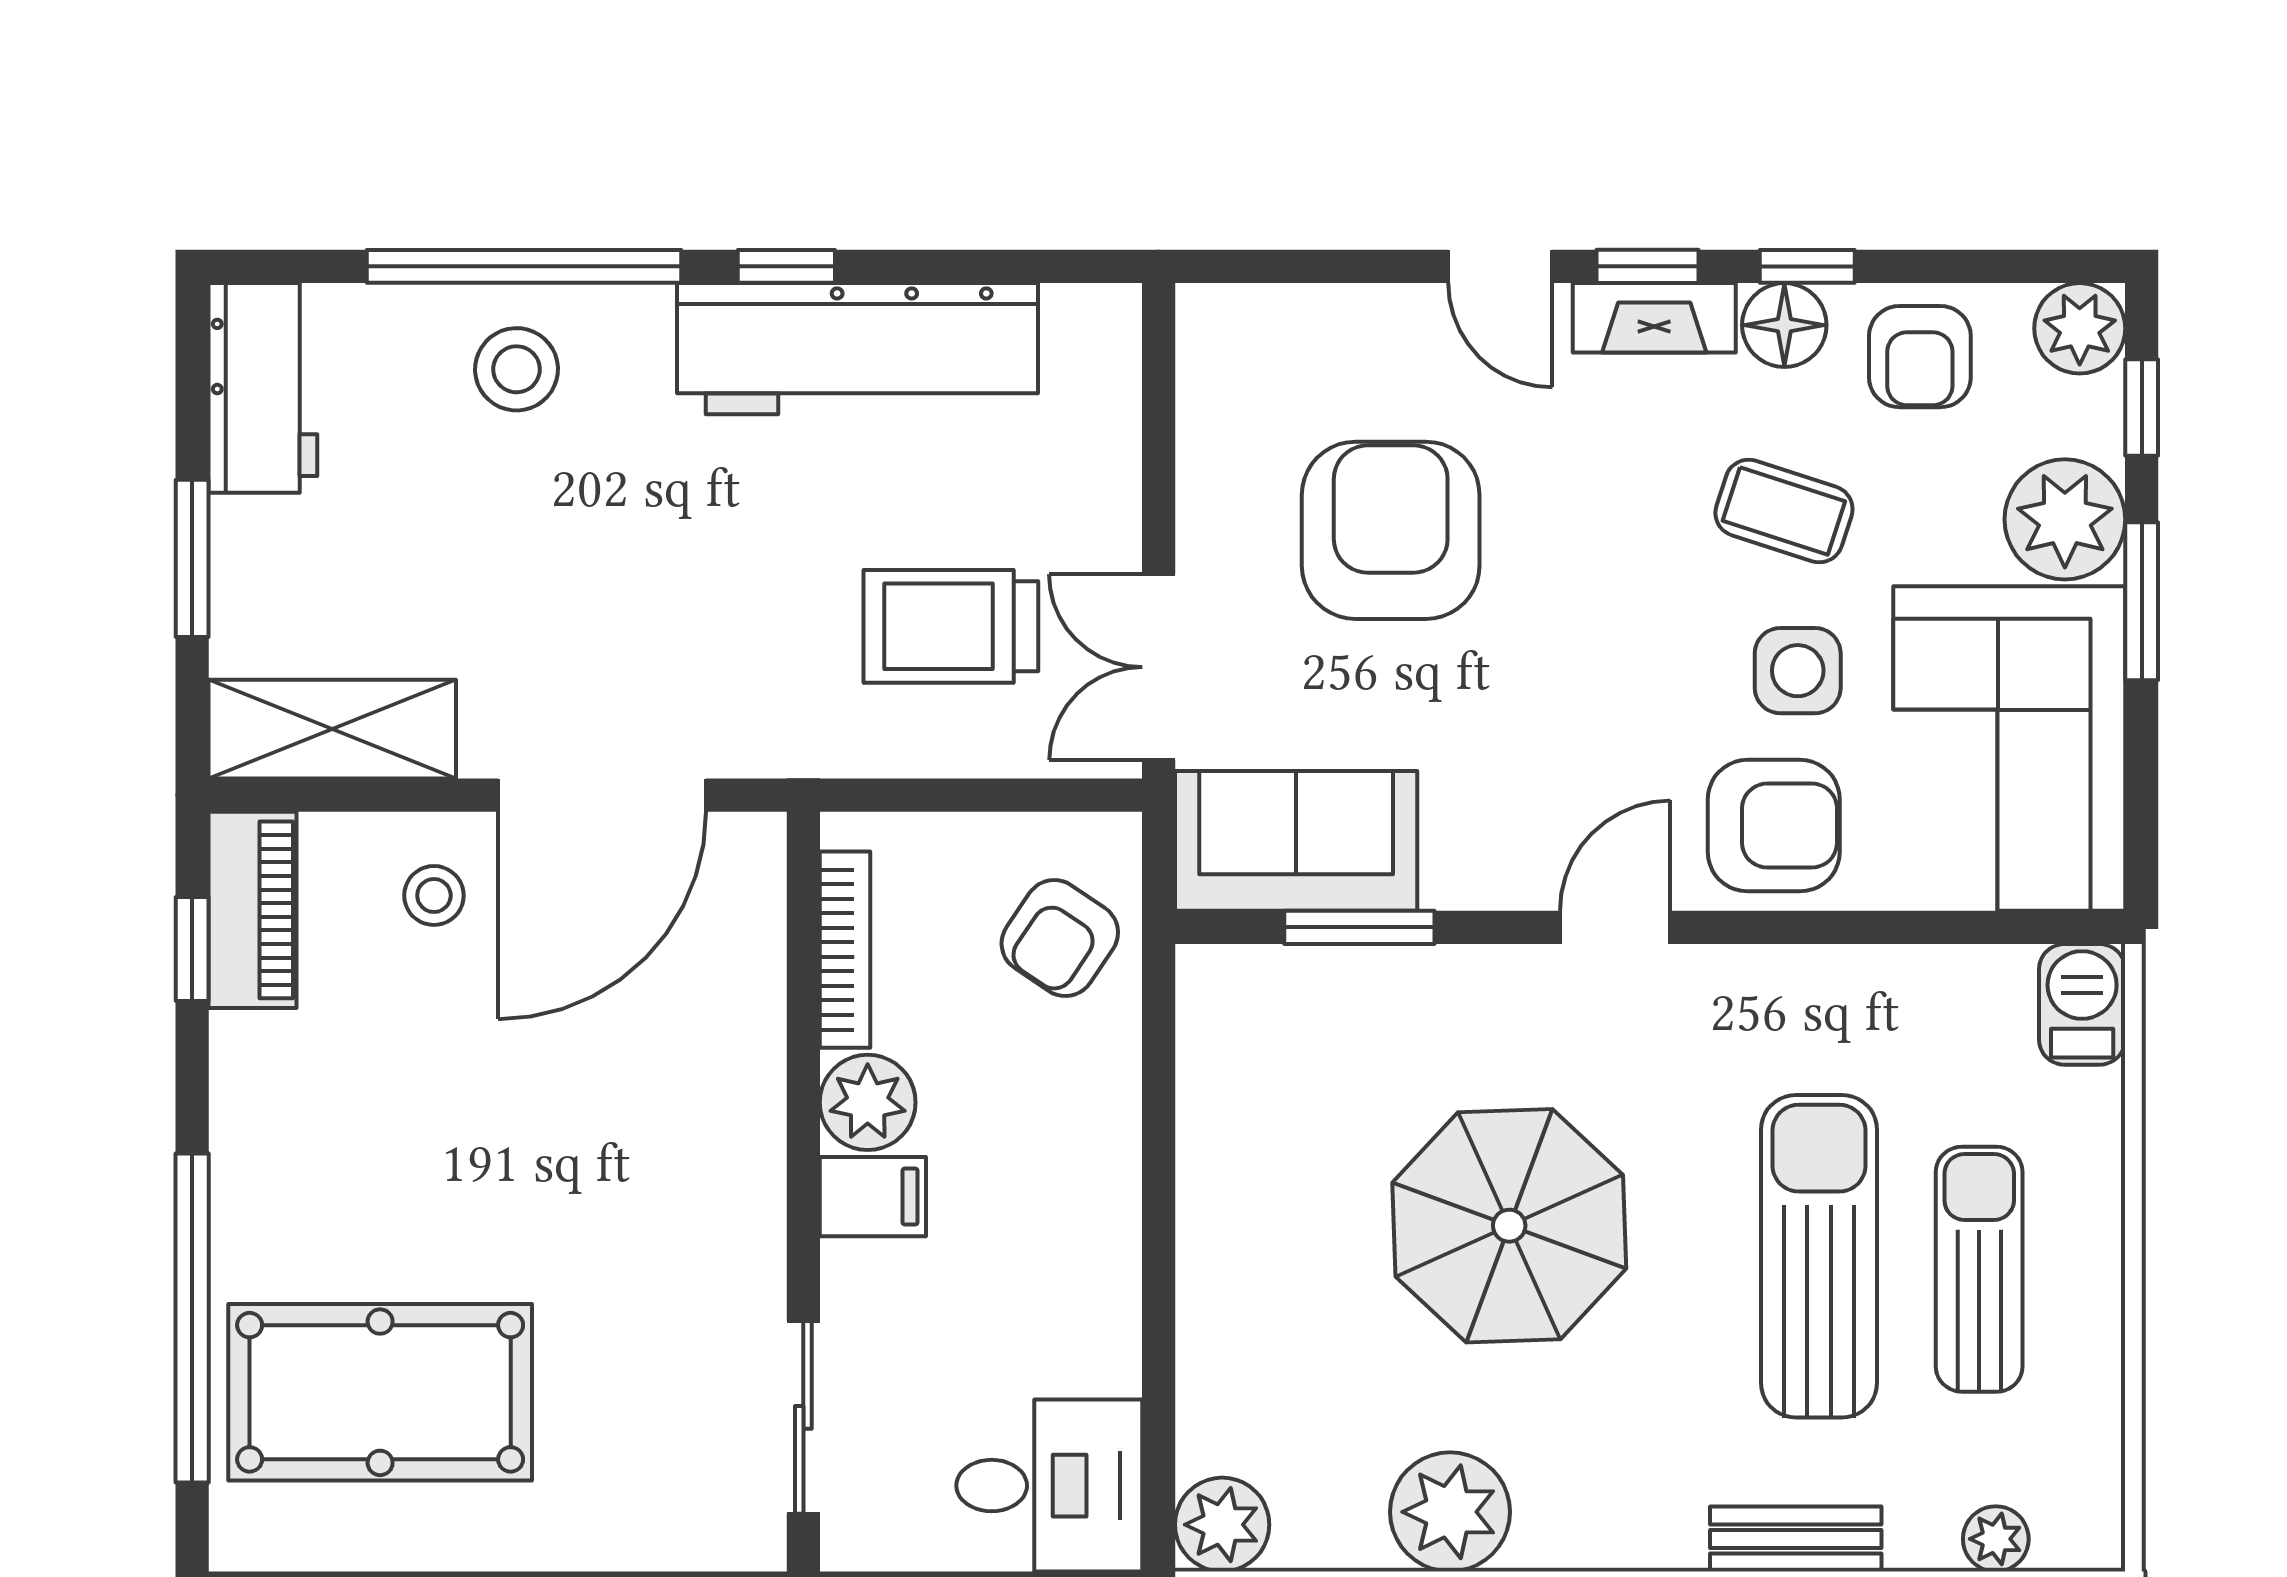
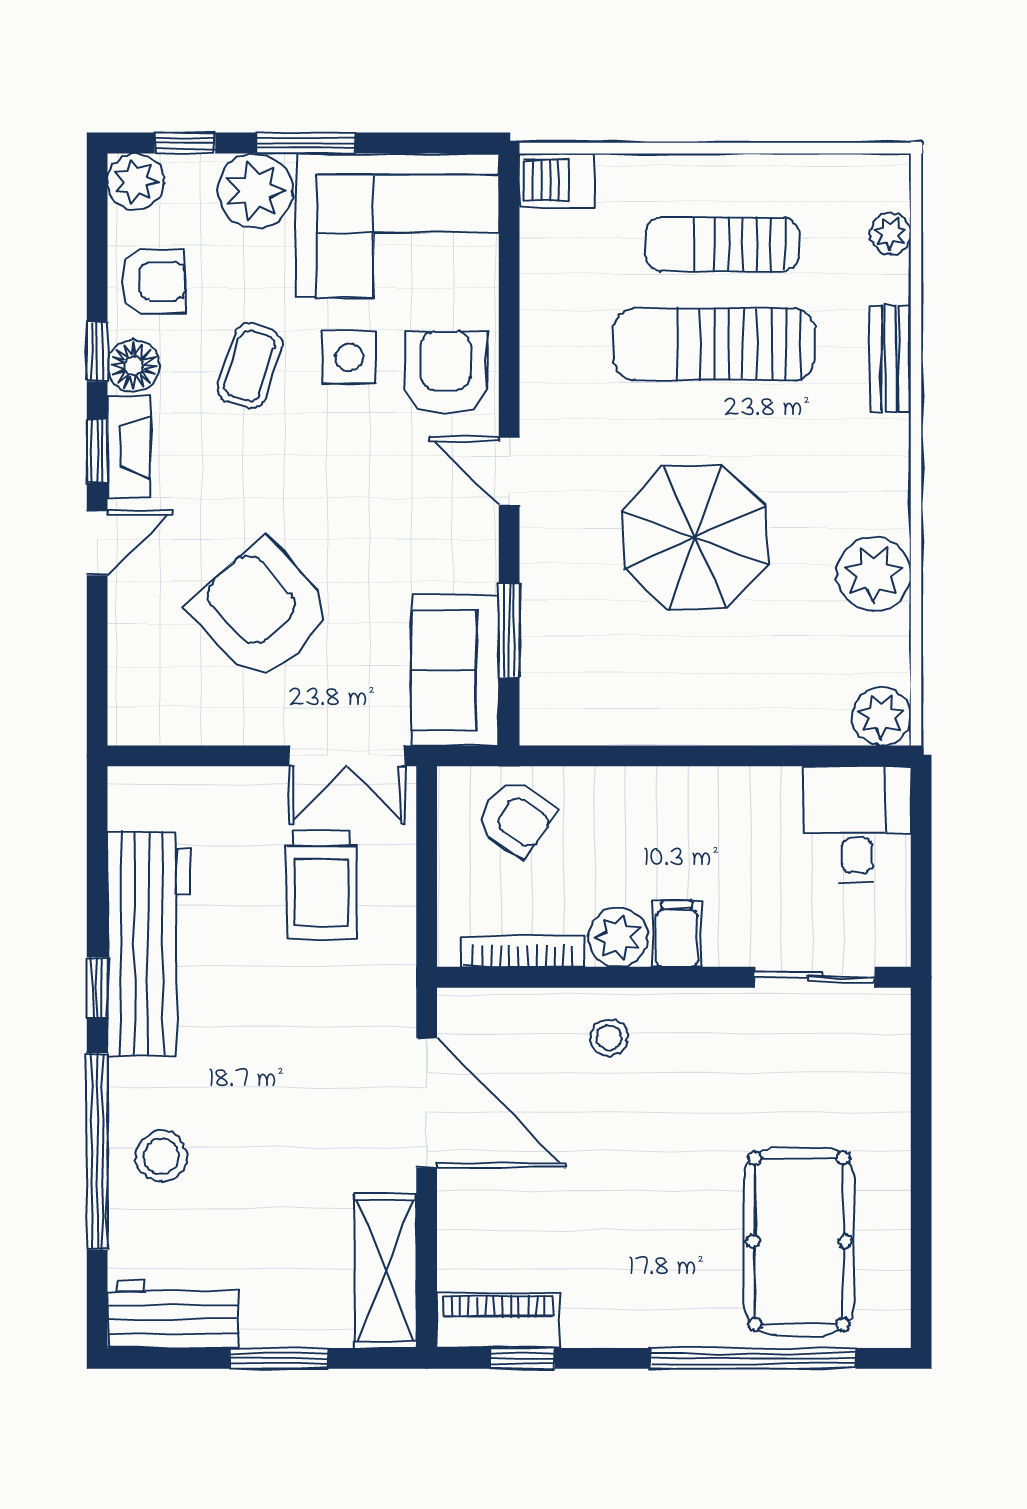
armchair: (1391, 530) -> (262, 611), turned 48
stool: (434, 895) -> (609, 1038), moved

